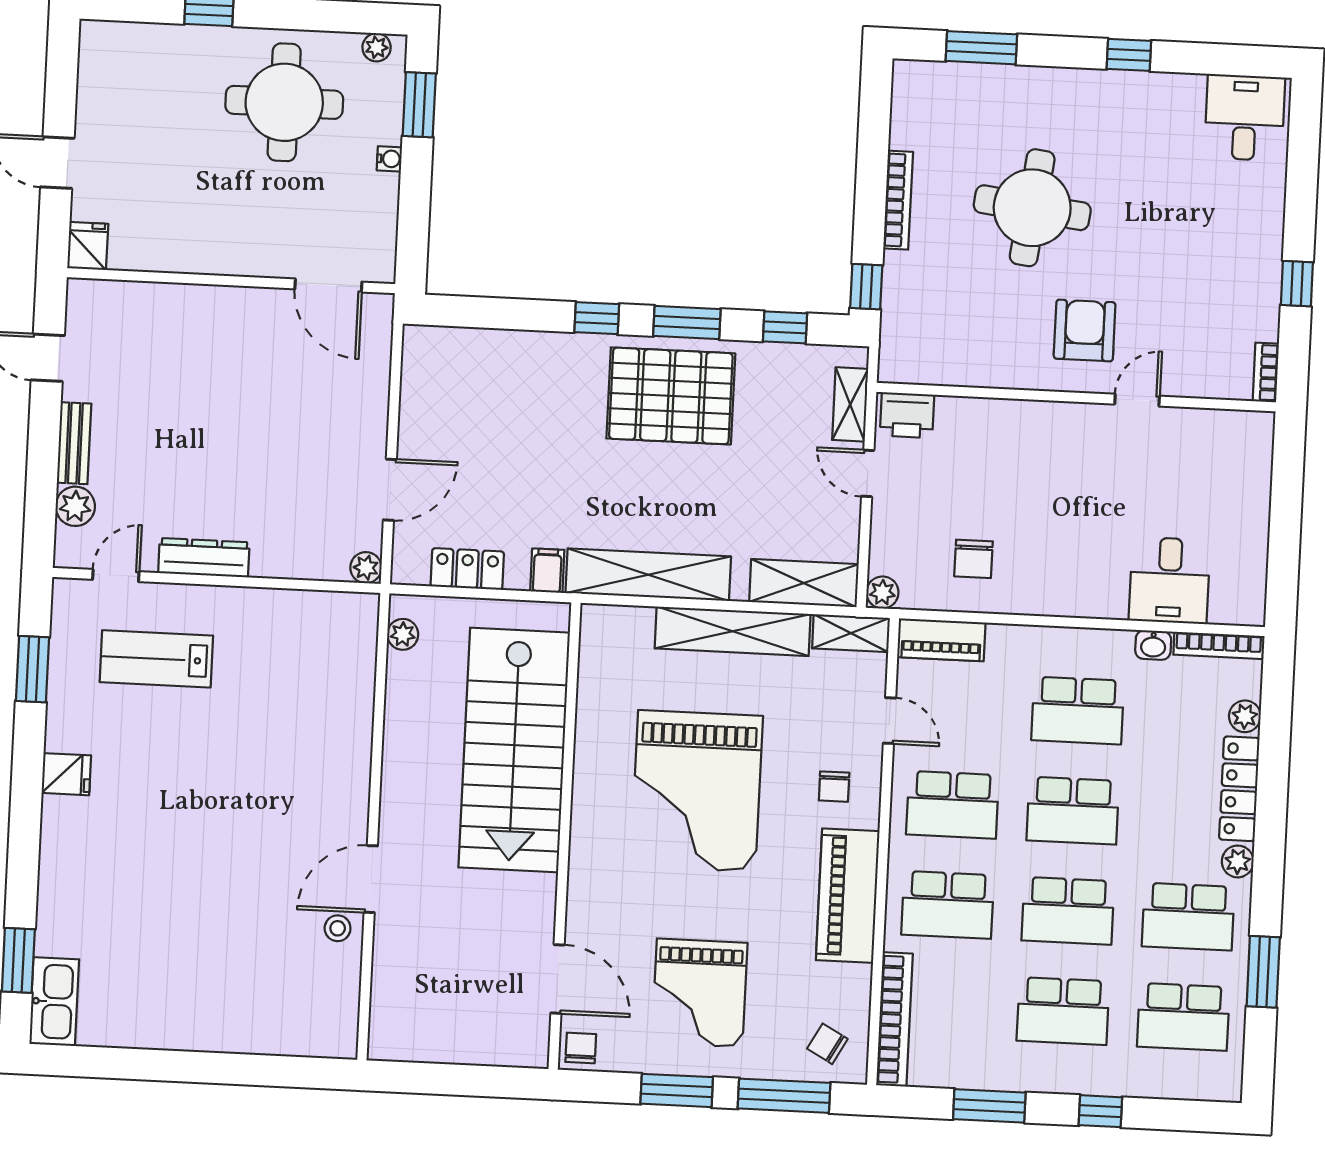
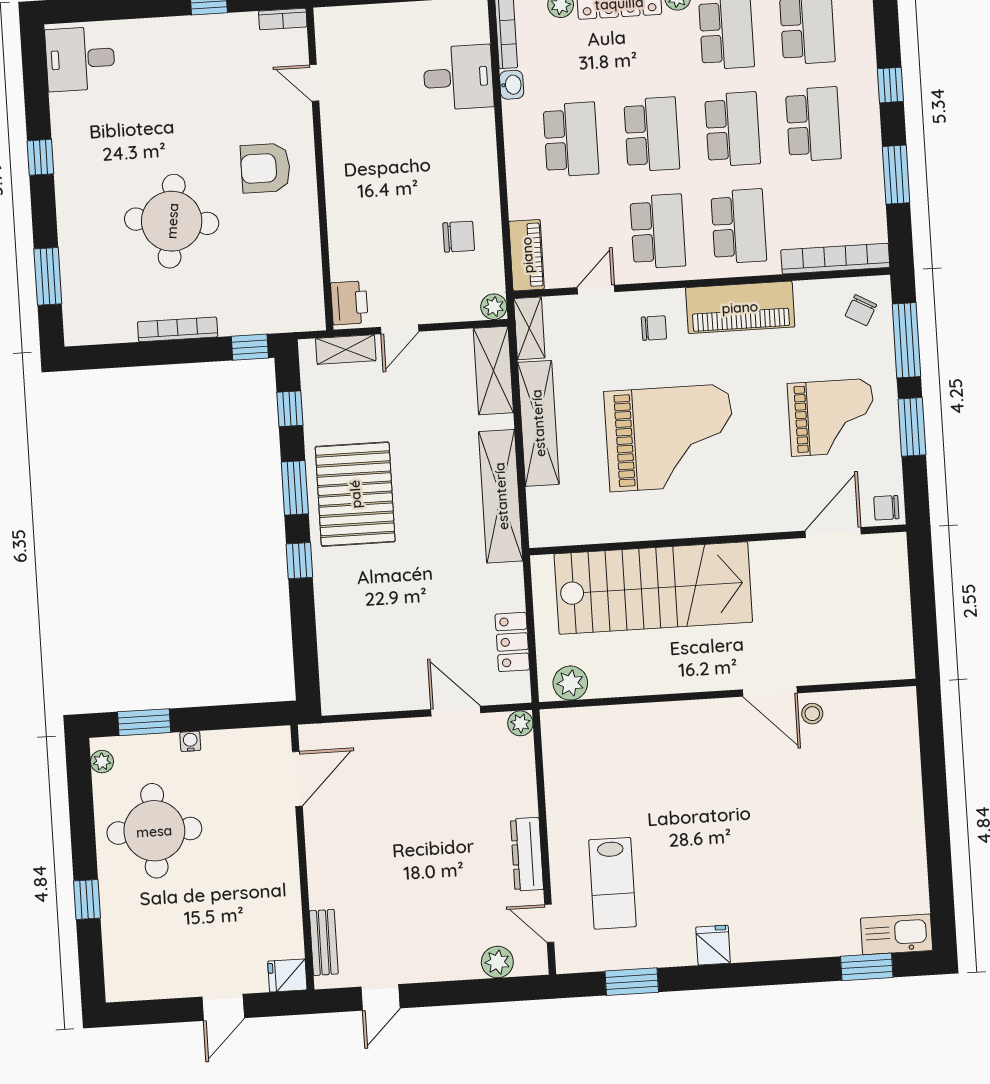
door: (1137, 400) -> (314, 83), moved
bench: (74, 443) -> (324, 942), moved, turned 90
filing cabinet: (547, 571) -> (506, 578), removed
plant: (403, 634) -> (570, 683), width x1.38, depth x1.38

